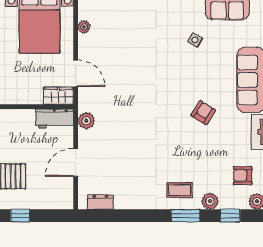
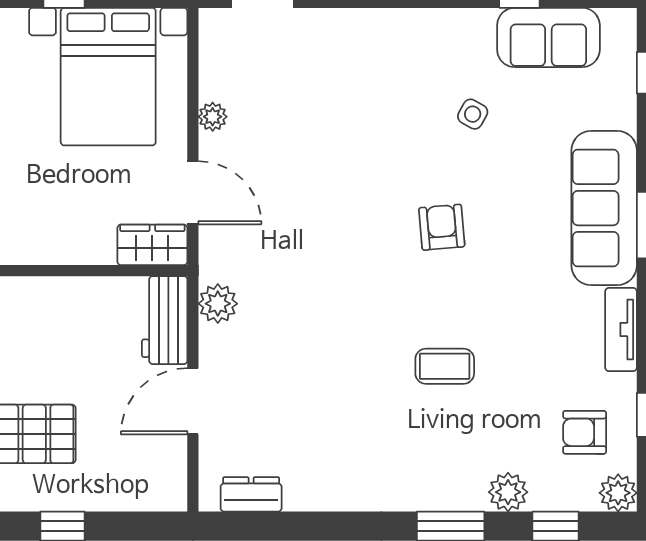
plant: (84, 27) -> (213, 117), moved
armchair: (203, 113) -> (442, 227), moved, turned -37
workbench: (55, 119) -> (165, 320), moved, turned 90
coffee table: (179, 190) -> (445, 366), moved

